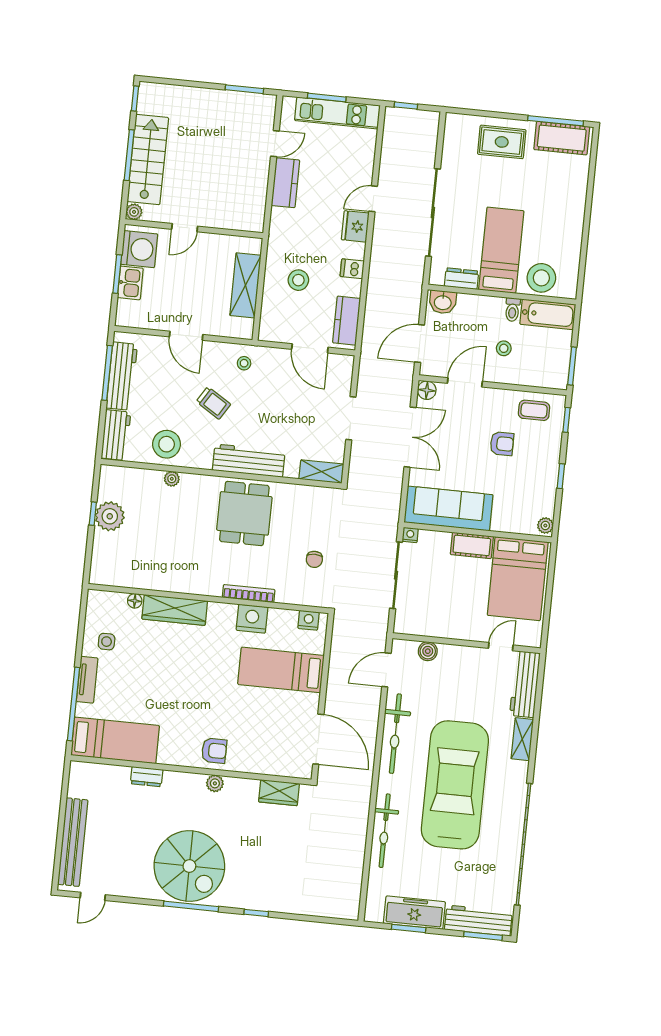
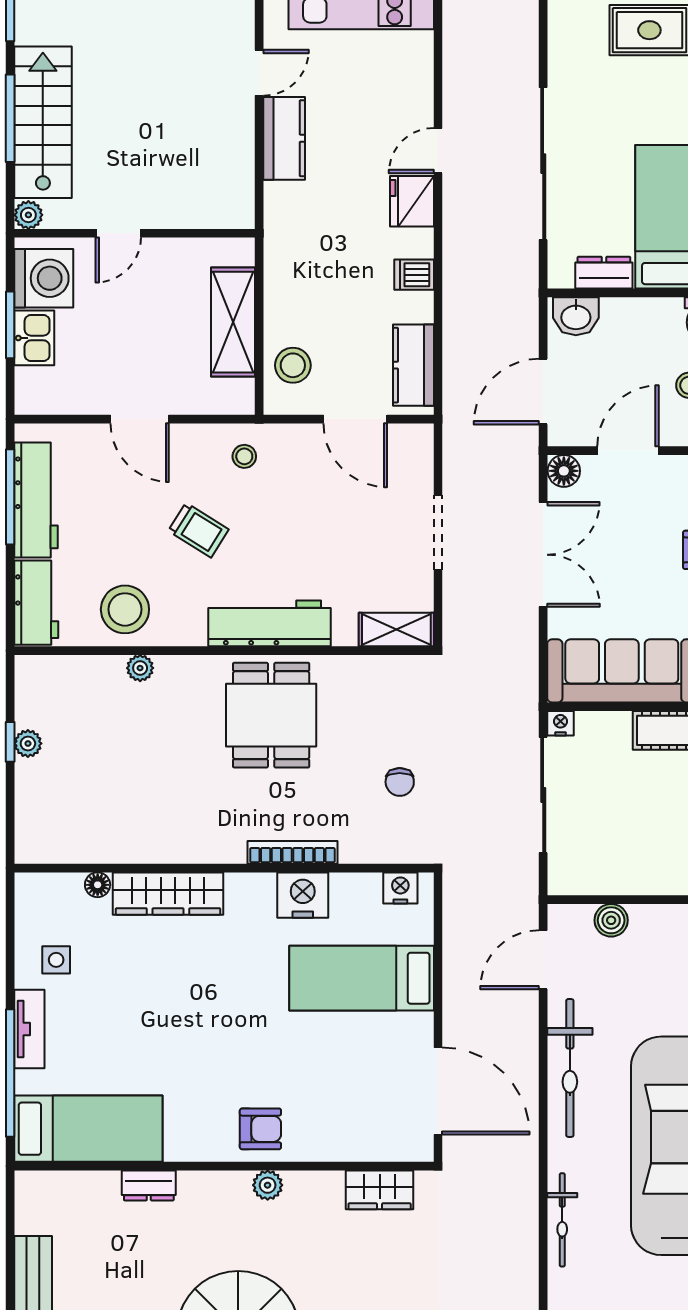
stool: (298, 280) -> (293, 365), moved
plant: (110, 516) -> (28, 744), width x0.53, depth x0.53
bicycle: (385, 831) -> (562, 1220), width x0.73, depth x0.71

